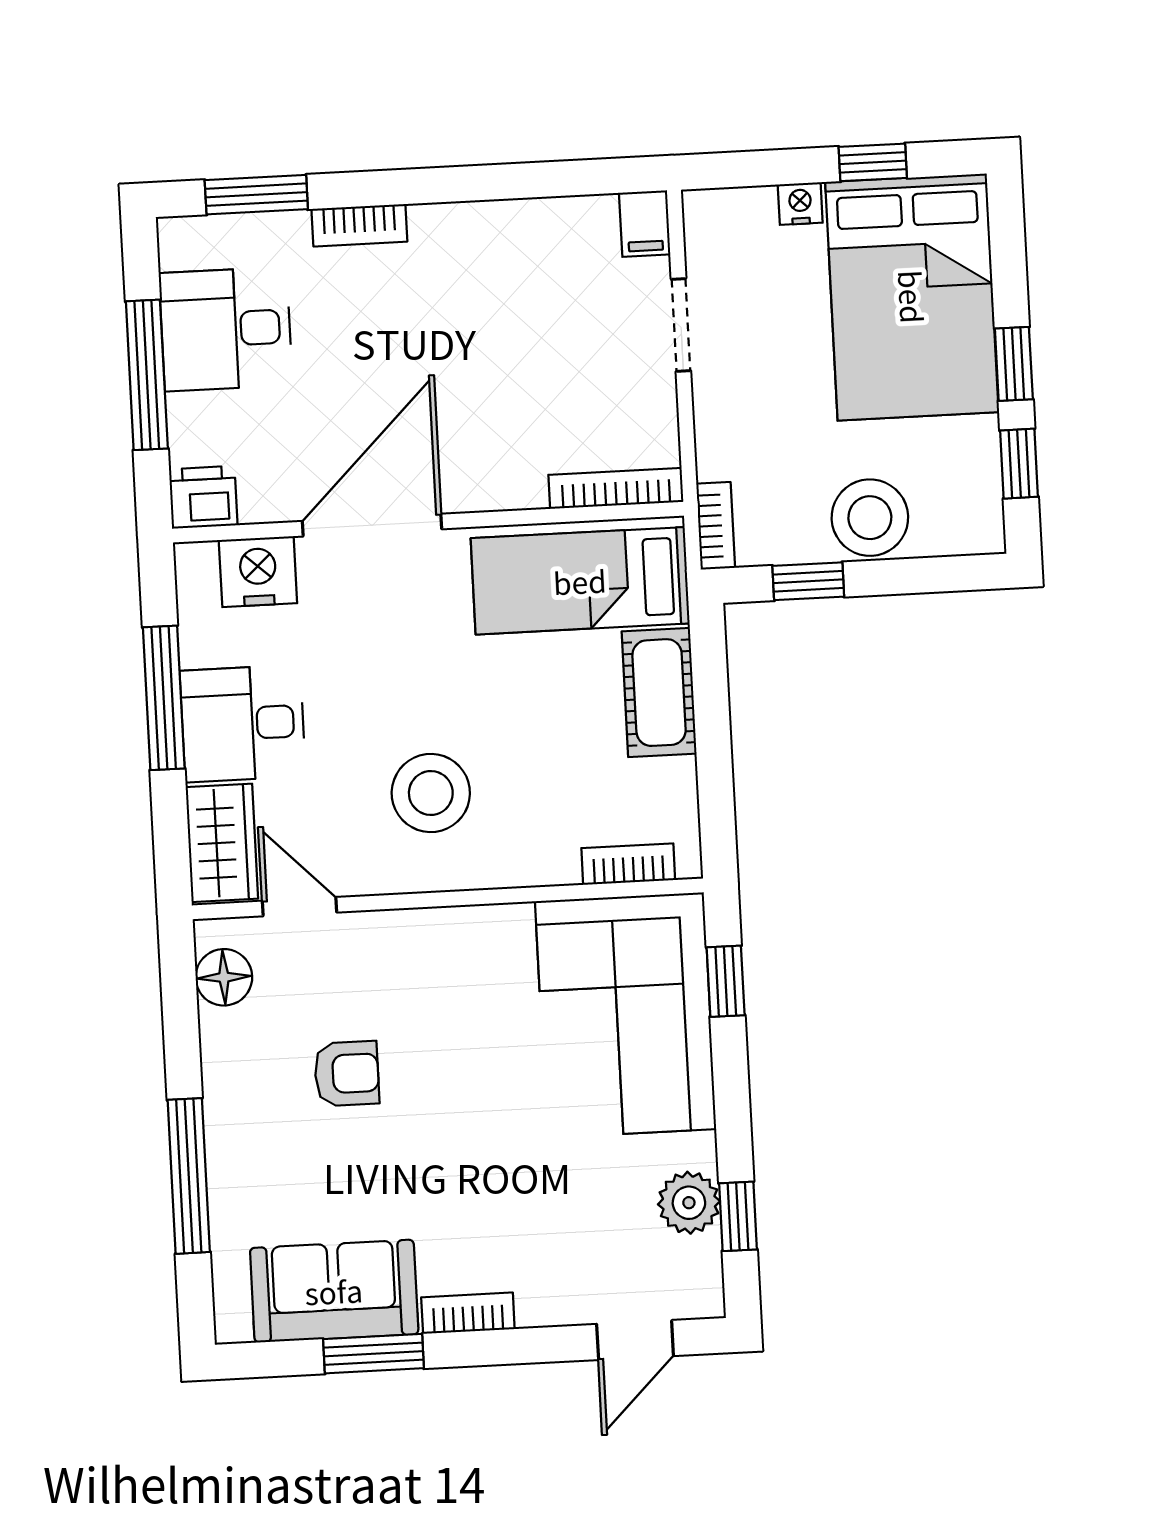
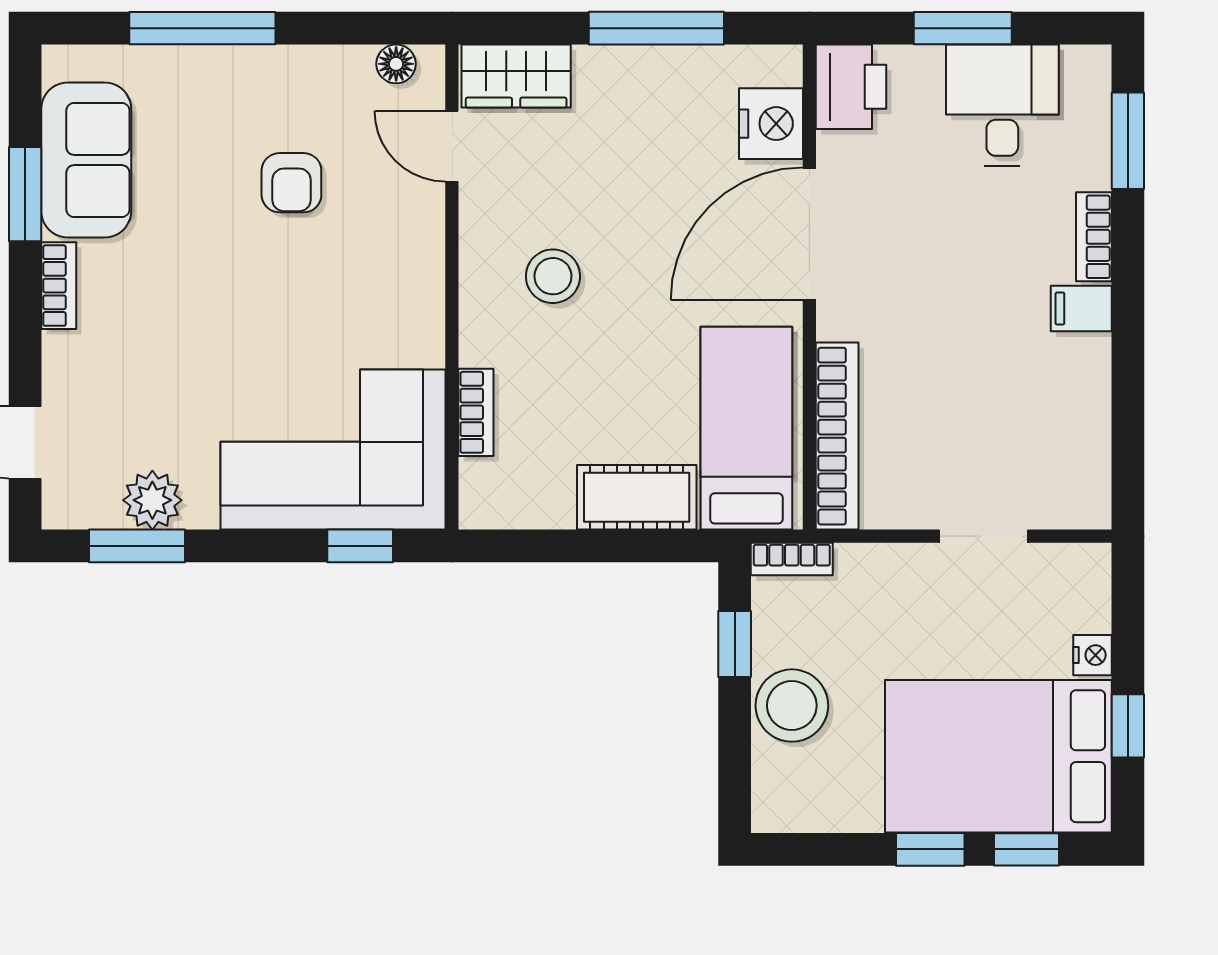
filing cabinet: (645, 224) -> (1081, 309), moved
window: (147, 375) -> (963, 28), width x0.69
window: (1019, 464) -> (1027, 849), moved
bookcase: (616, 488) -> (837, 436), width x1.48, depth x1.31
printer: (203, 497) -> (851, 87), width x1.36, depth x1.24
door: (372, 525) -> (809, 234), swing flipped
desk: (243, 724) -> (628, 102), removed
stool: (431, 793) -> (553, 276), width x0.73, depth x0.73
bookcase: (628, 864) -> (476, 412), moved
door: (299, 907) -> (452, 146), swing flipped
floor lamp: (224, 977) -> (396, 64), width x0.73, depth x0.73
window: (738, 1216) -> (137, 546), width x1.50

